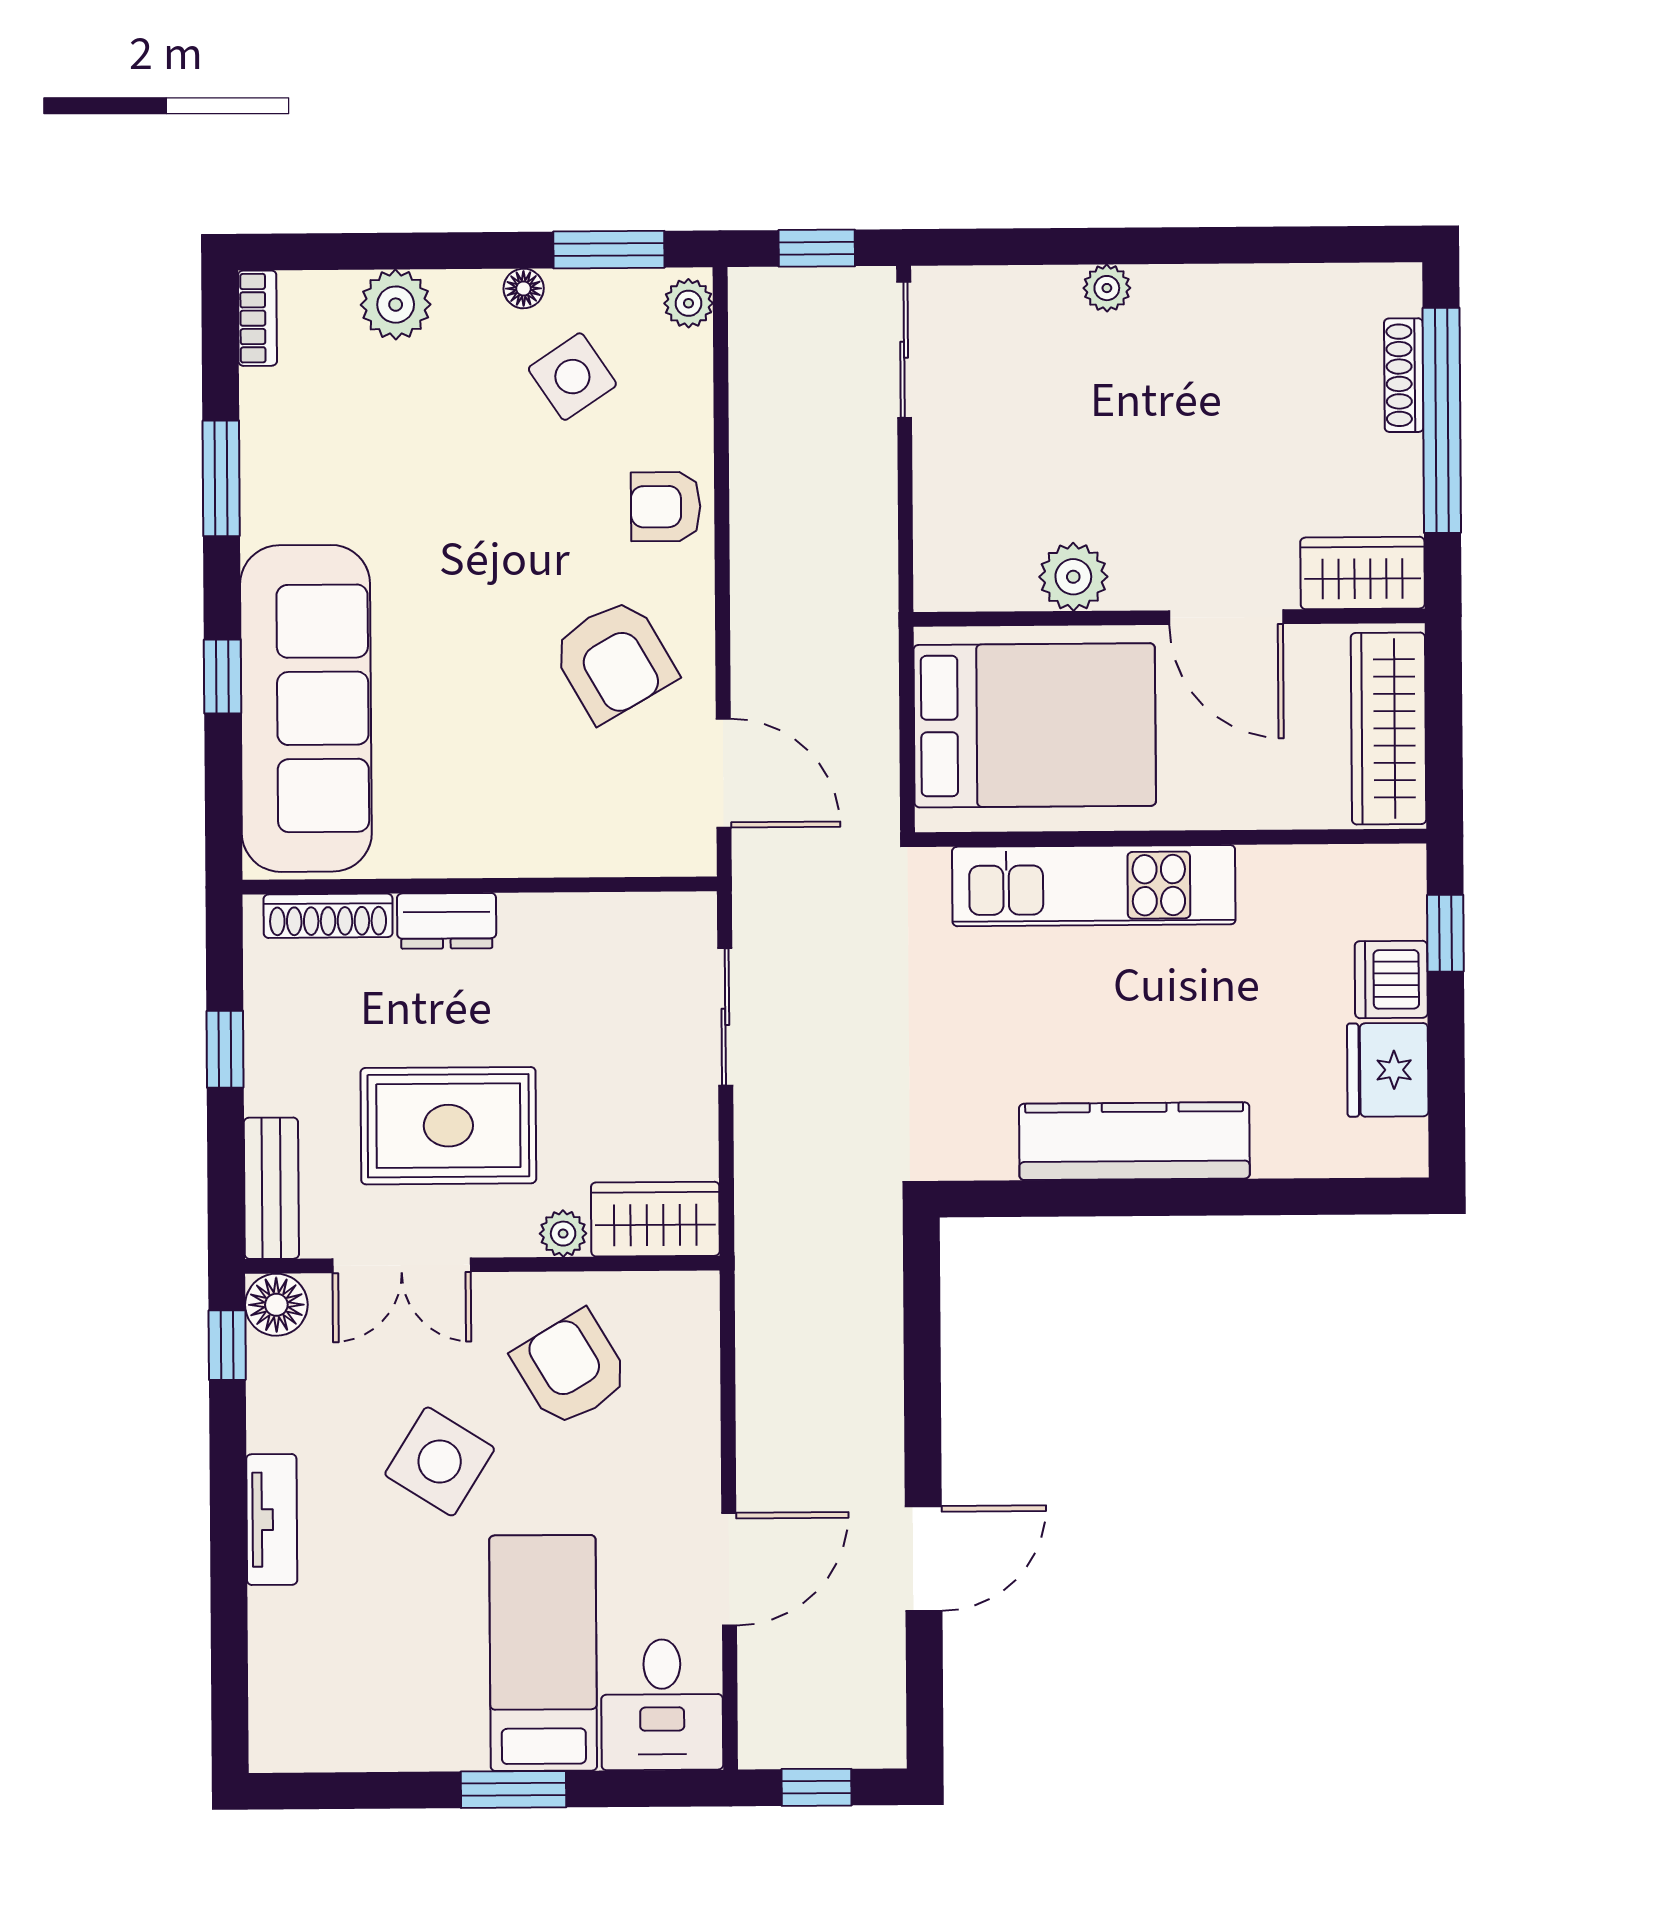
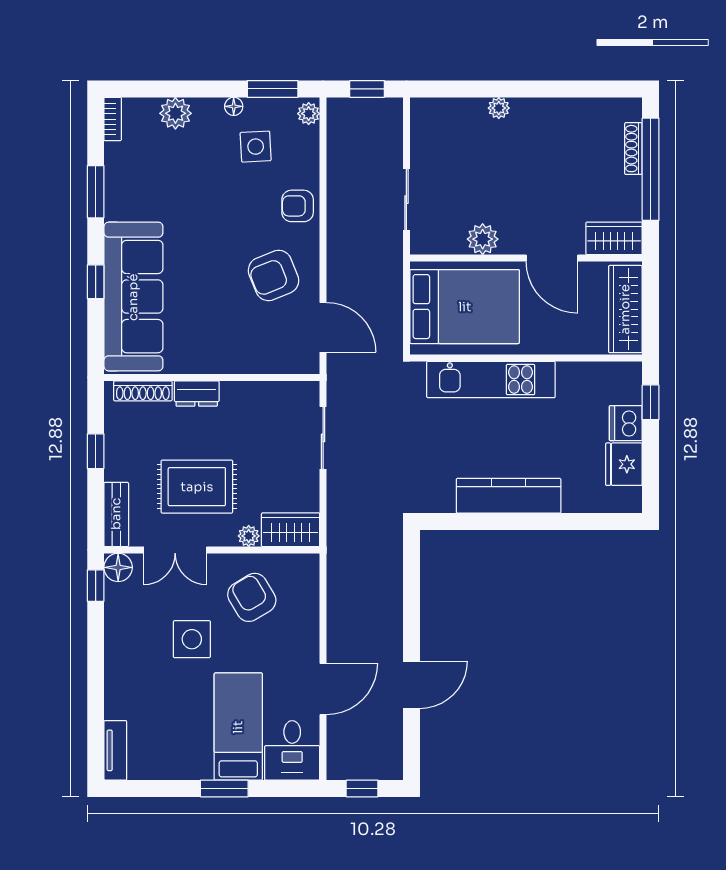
sliding door: (904, 350) -> (406, 200), moved
side table: (572, 377) -> (256, 147), turned 31
armchair: (614, 660) -> (274, 275), turned 98
side table: (440, 1461) -> (192, 639), turned -32
tv unit: (272, 1520) -> (115, 750), moved

